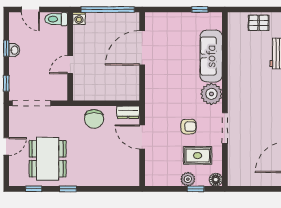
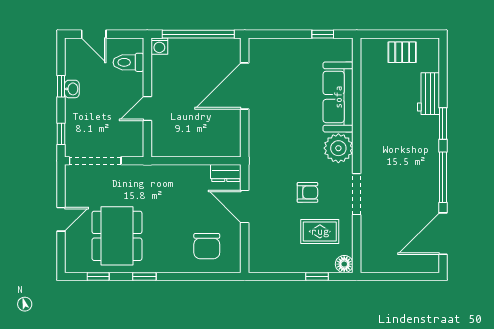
toilet: (56, 19) -> (128, 62), moved
chair: (94, 119) -> (207, 246), moved
plant: (188, 179) -> (307, 263), removed

